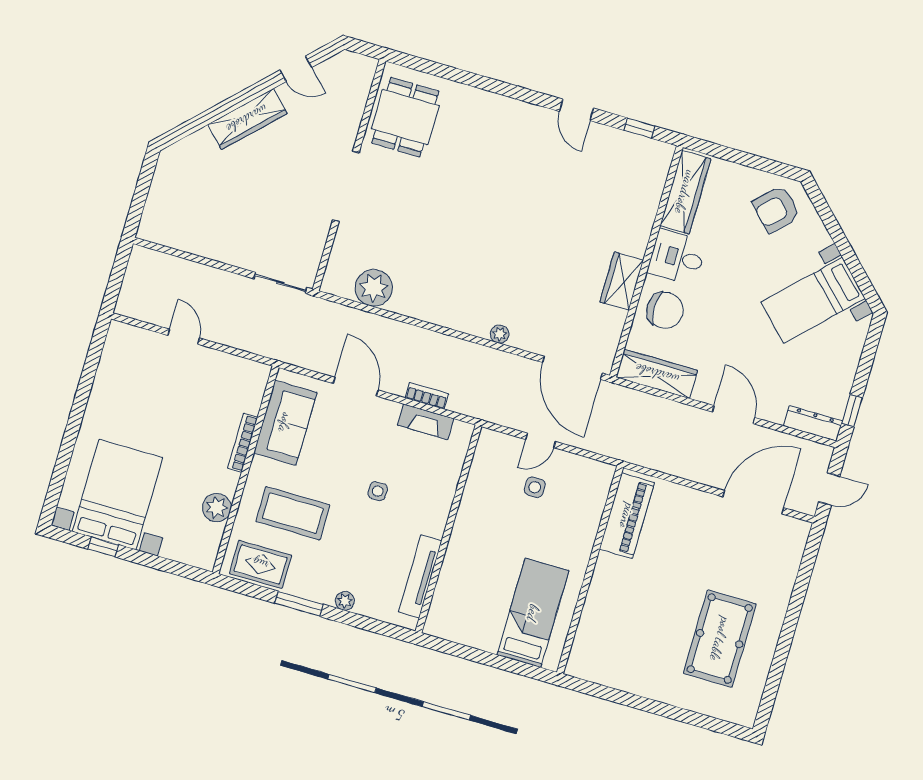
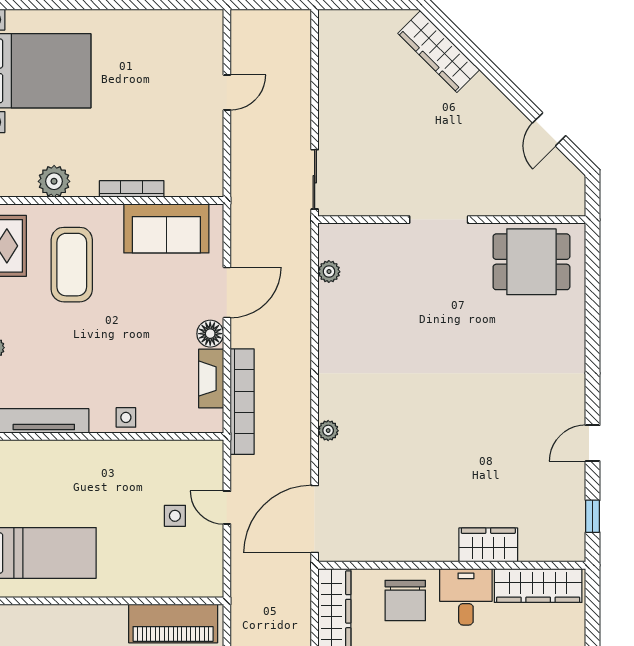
wardrobe: (247, 119) -> (439, 51), moved
doorway: (346, 186) -> (439, 220), width x0.73
wardrobe: (622, 281) -> (488, 545), moved
plant: (374, 288) -> (329, 272), width x0.53, depth x0.53
bookcase: (427, 396) -> (242, 402), width x2.31, depth x1.31
floor lamp: (387, 411) -> (210, 334), added
side table: (378, 491) -> (126, 417), moved

